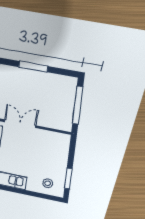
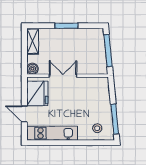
window: (68, 179) -> (115, 119), width x1.44

